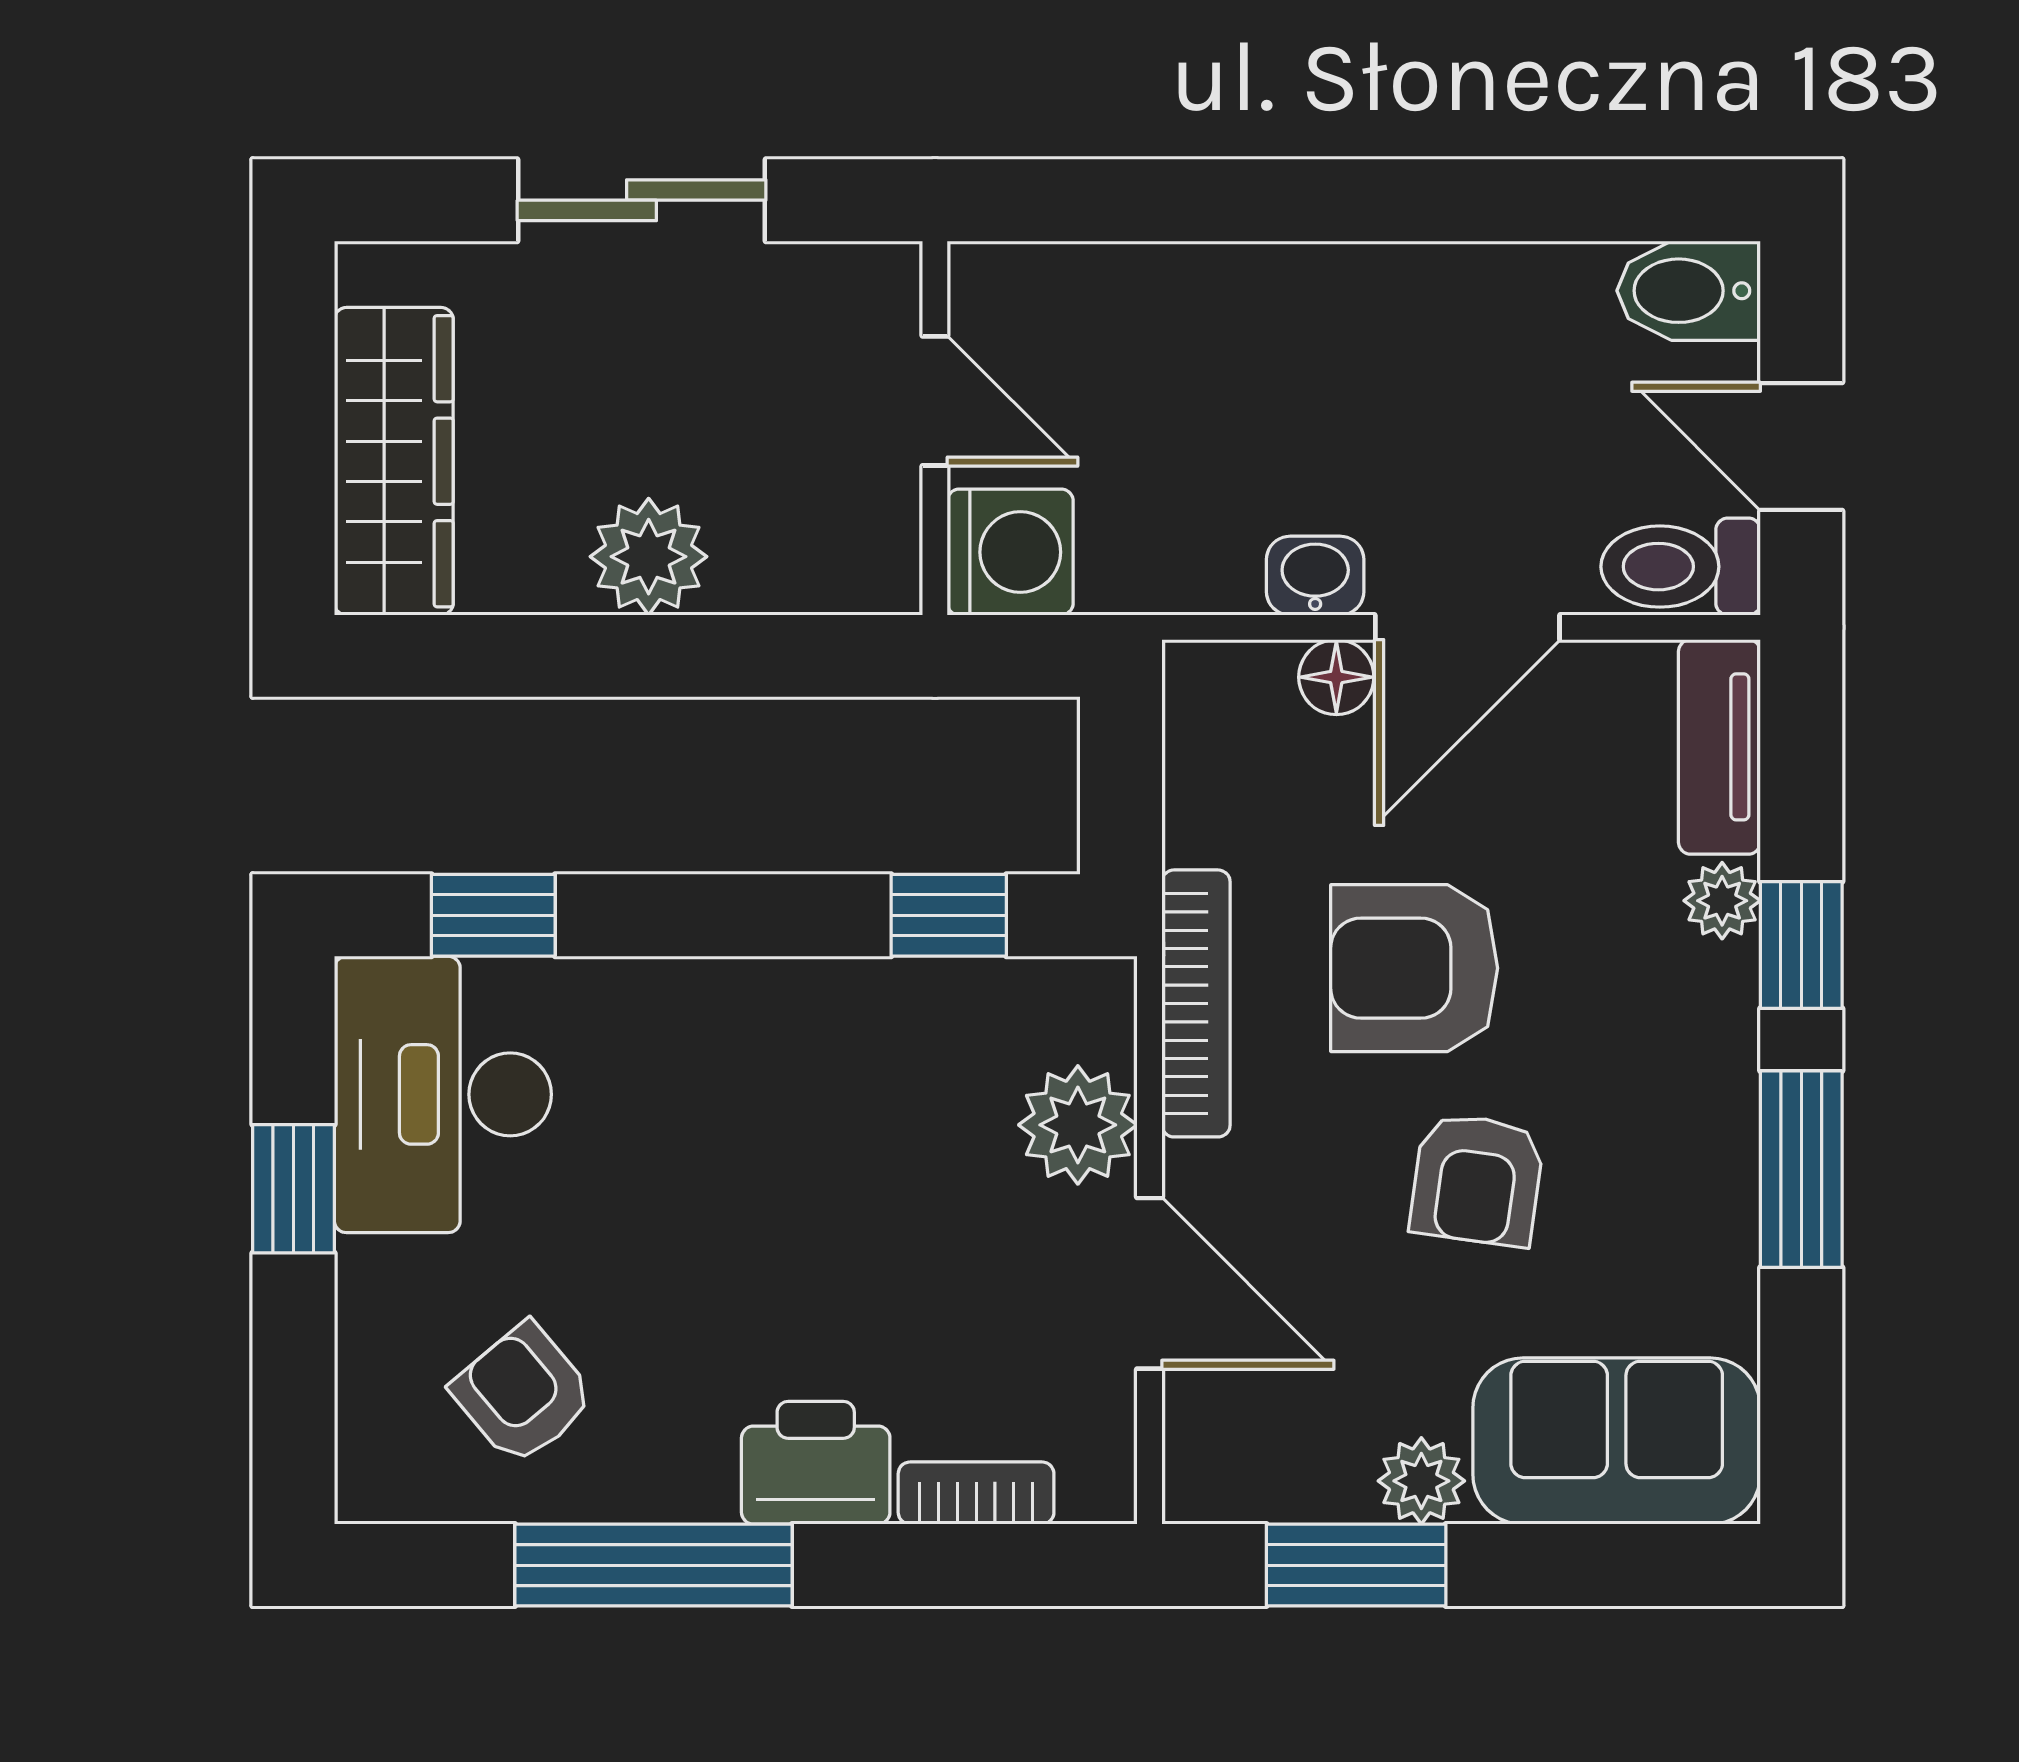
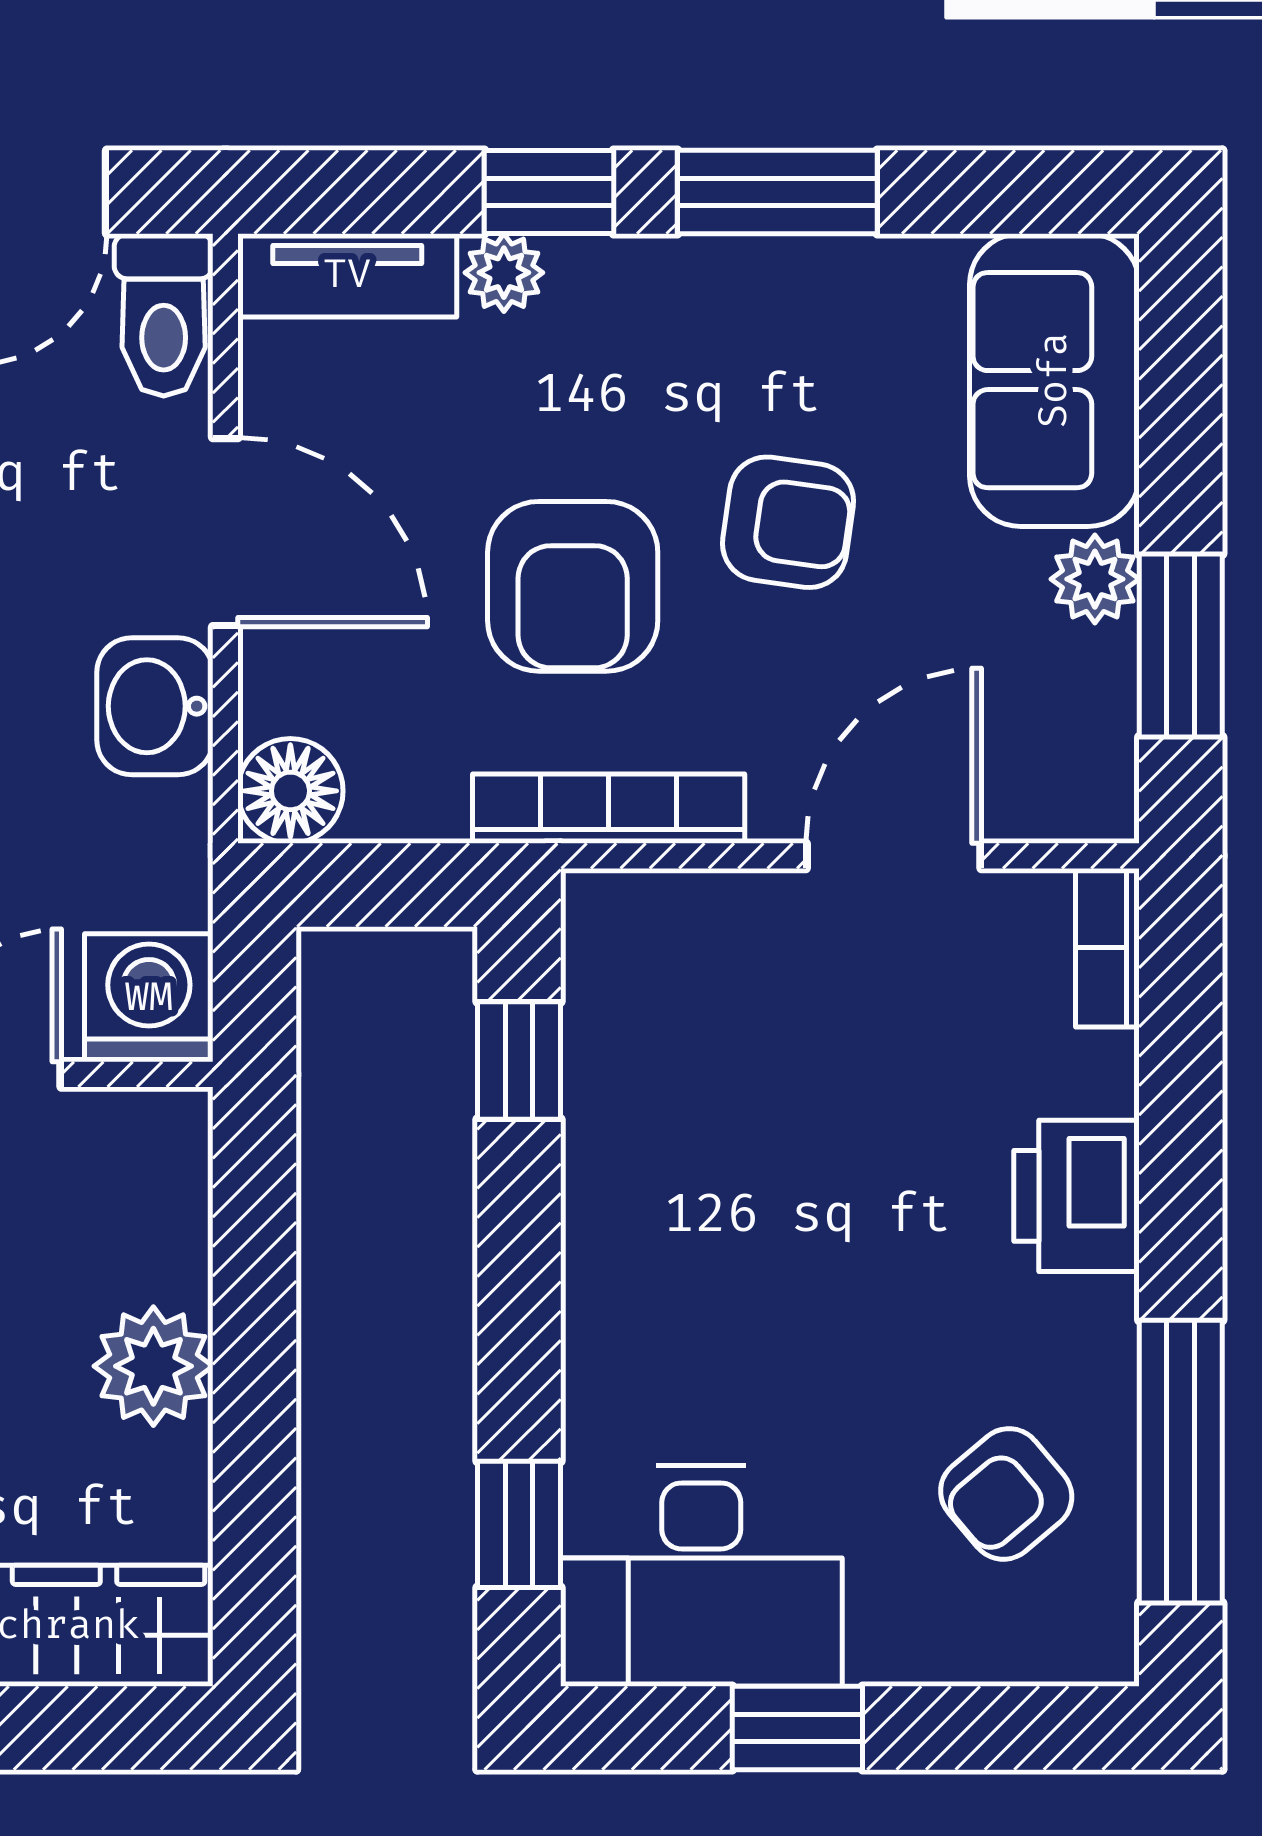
washbasin: (1315, 576) -> (155, 706), width x1.38, depth x1.45
floor lamp: (1336, 677) -> (290, 791), moved, width x1.37, depth x1.37
plant: (1078, 1125) -> (732, 929), removed
bookcase: (976, 1493) -> (1107, 948), moved
window: (653, 1565) -> (1181, 1462), moved

